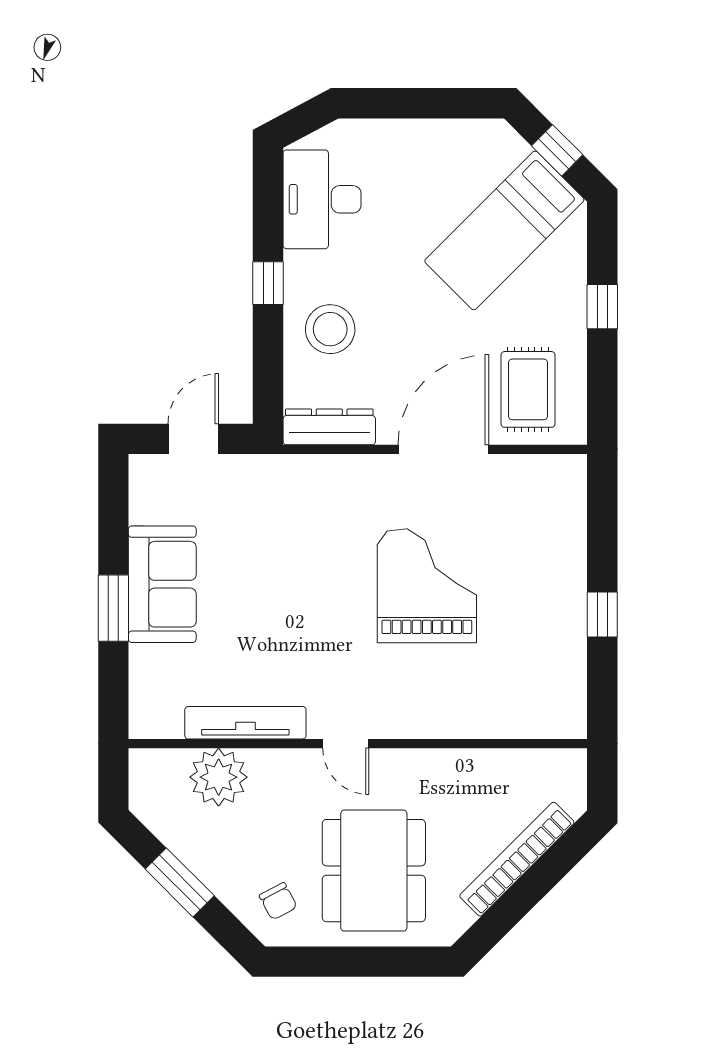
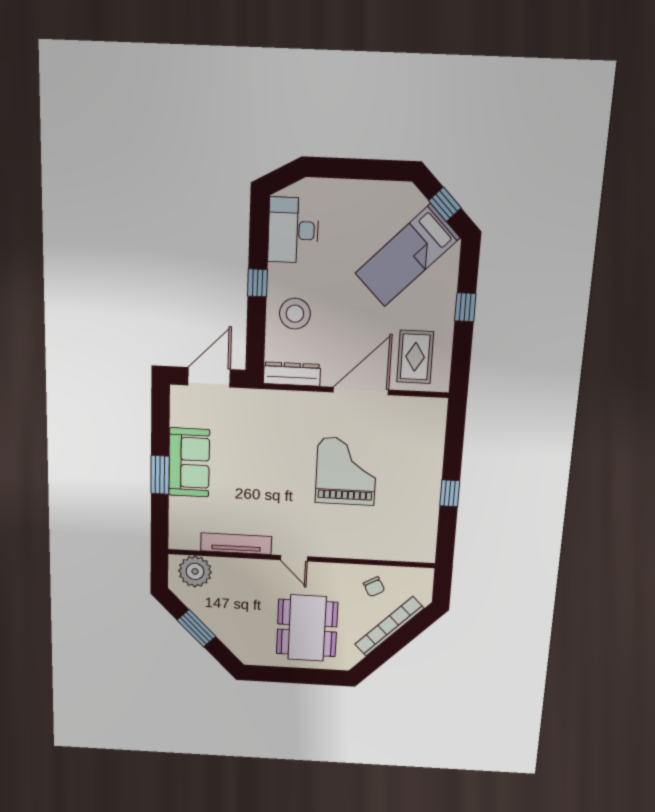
door: (193, 439) -> (209, 377), width x1.38
plant: (219, 777) -> (195, 571), moved
chair: (278, 901) -> (374, 587), moved

